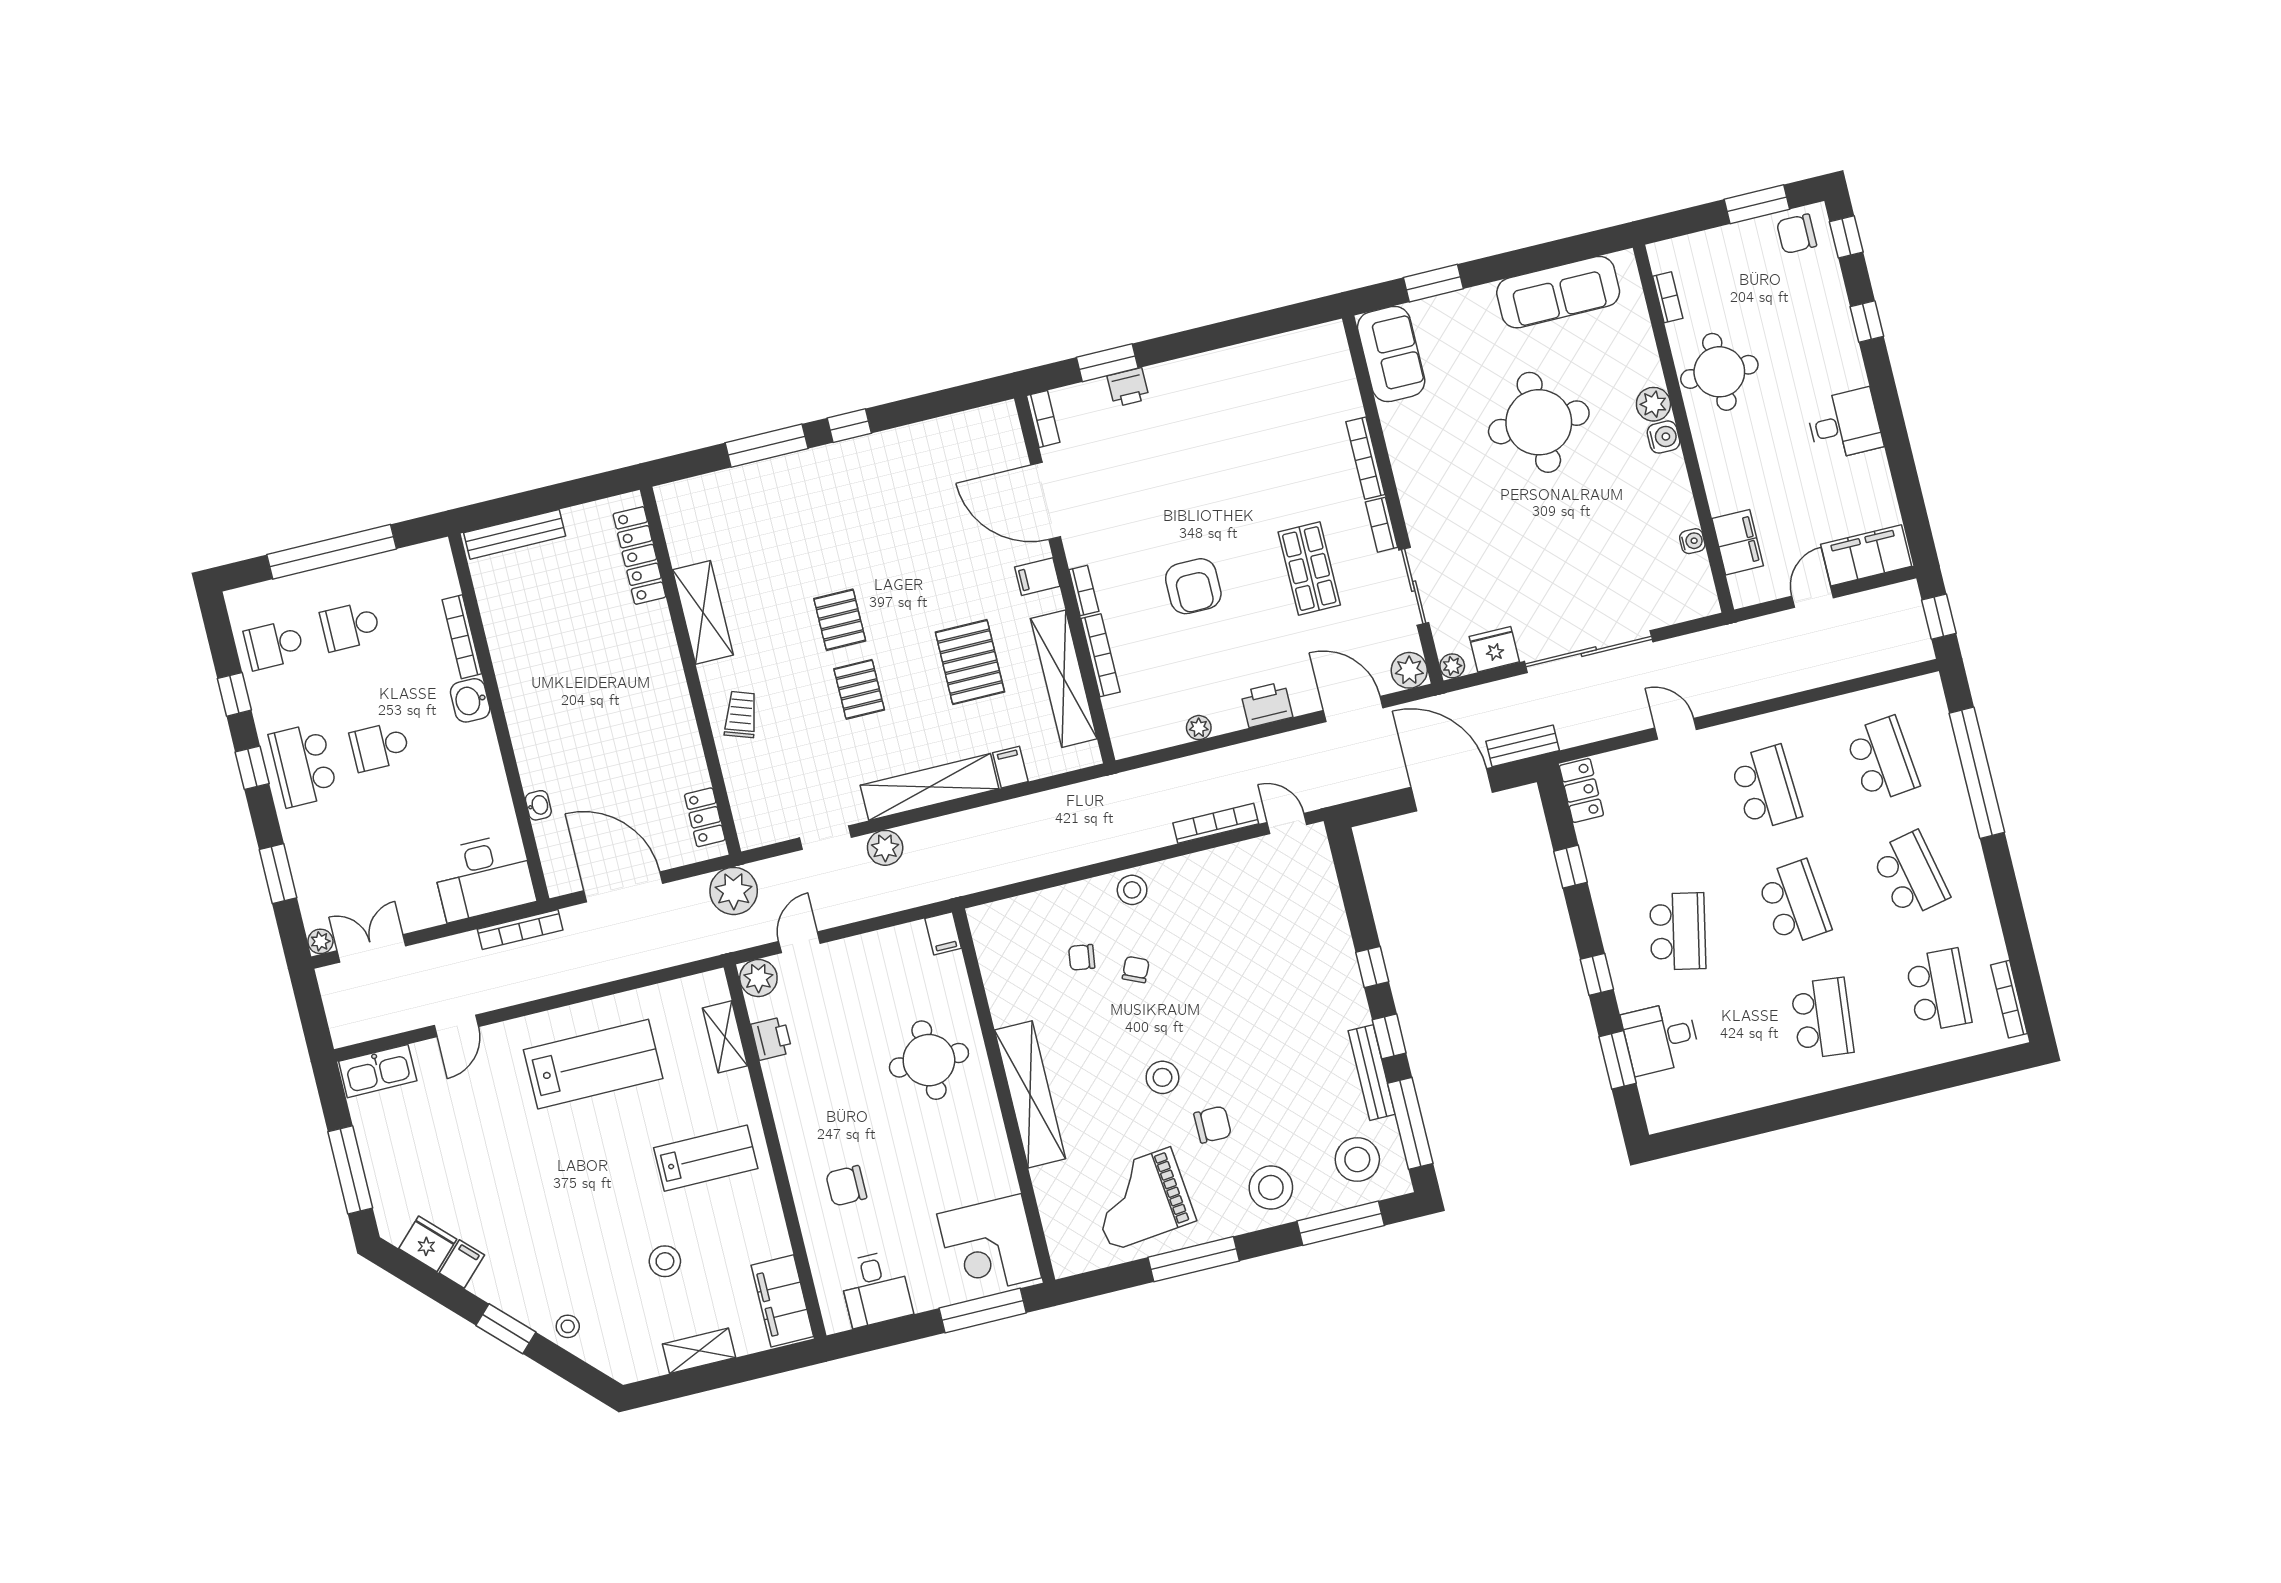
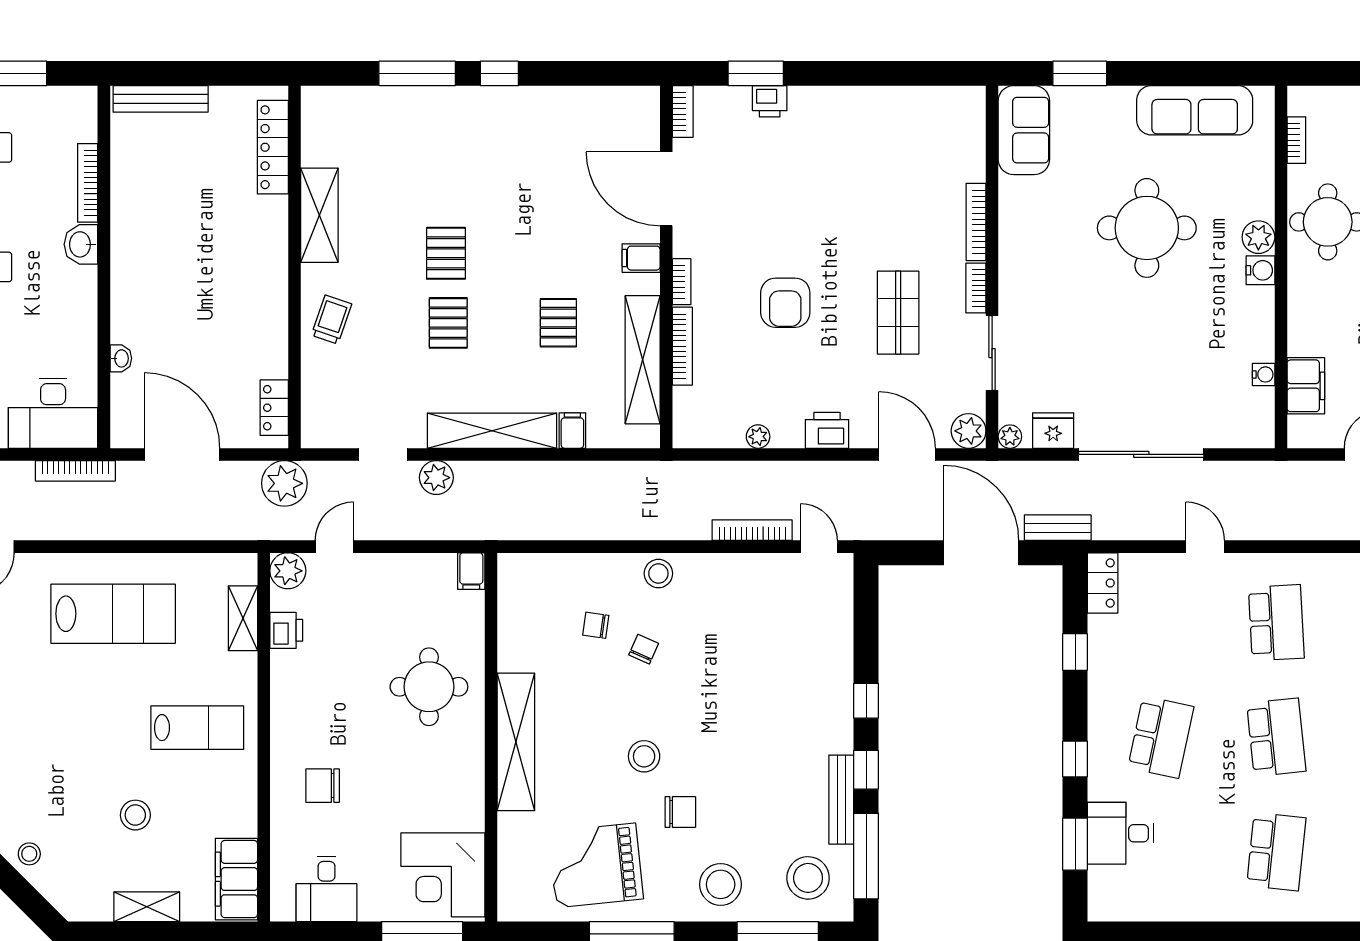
pallet: (970, 662) -> (558, 323), width x0.67, depth x0.71

